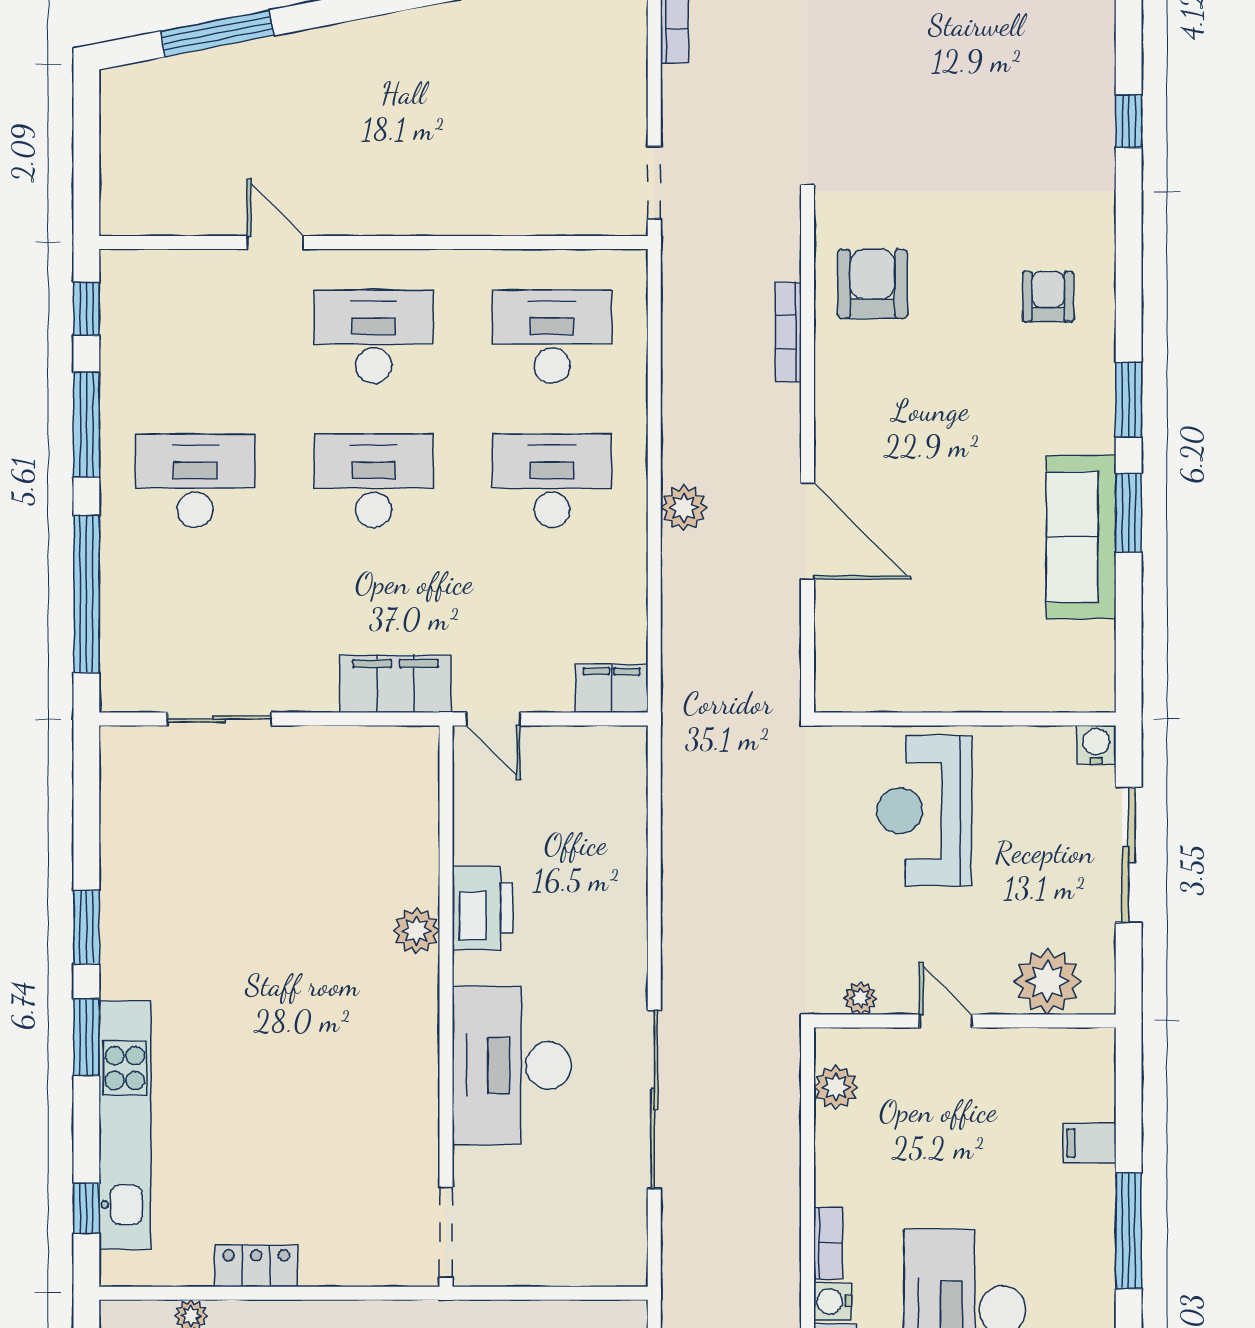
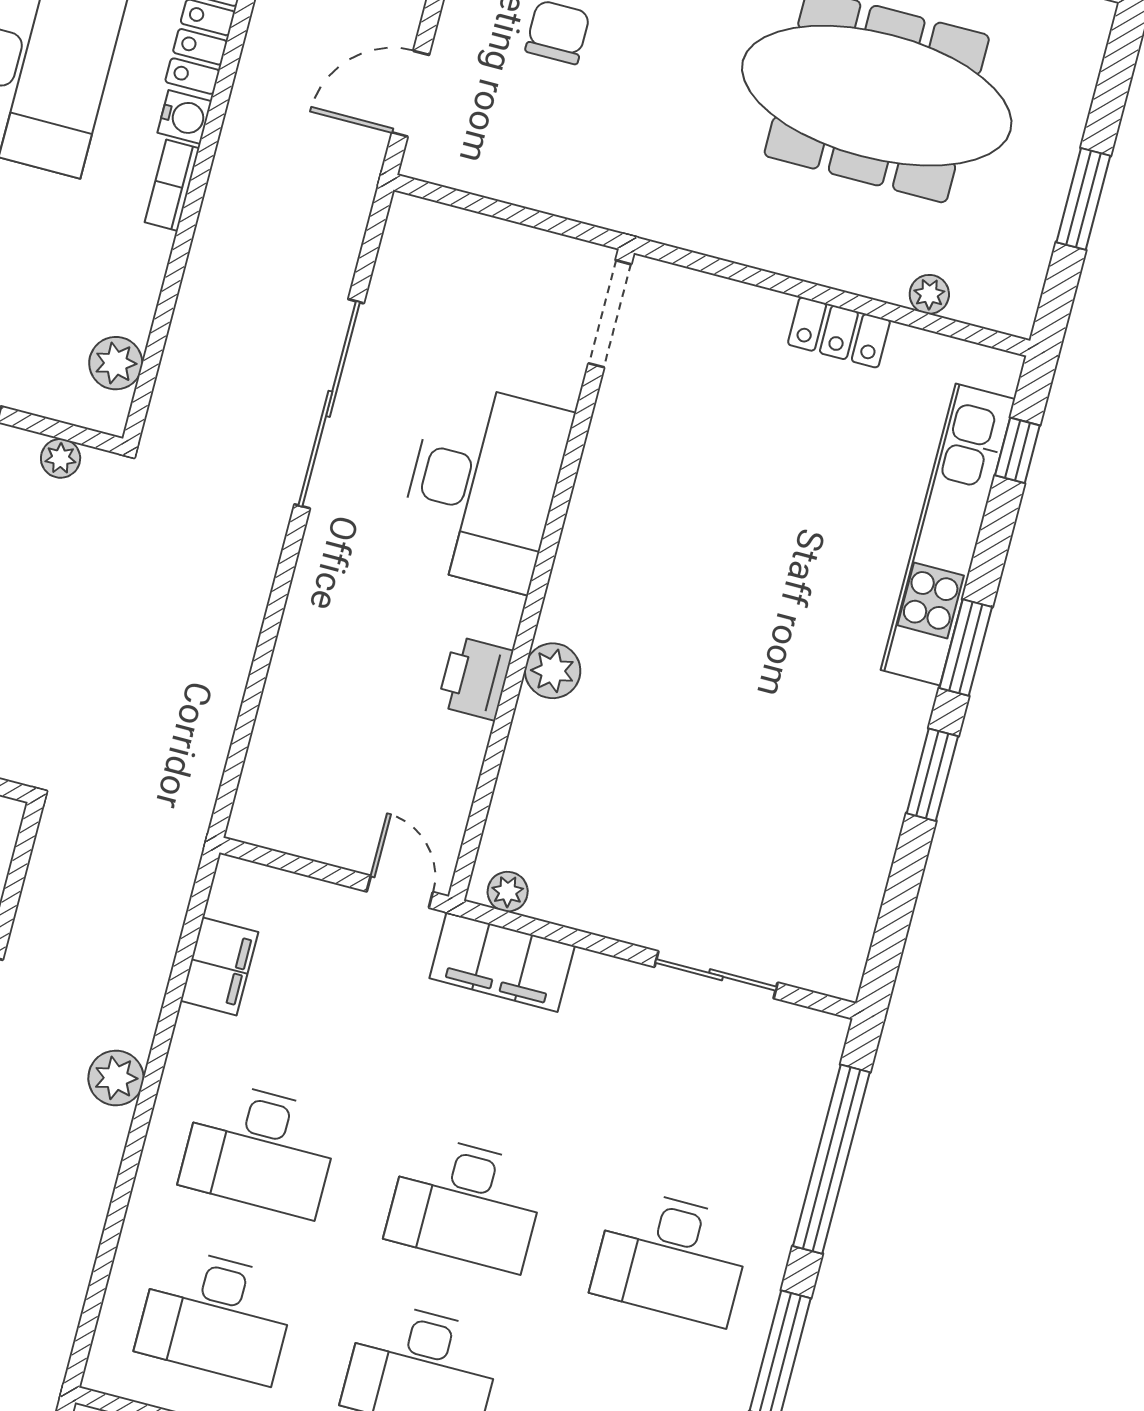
filing cabinet: (612, 688) -> (219, 966), moved, turned -90
plant: (406, 742) -> (508, 892), added
printer: (482, 908) -> (475, 678), width x0.73, depth x0.84

